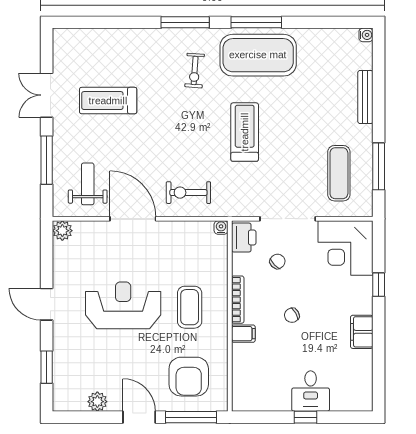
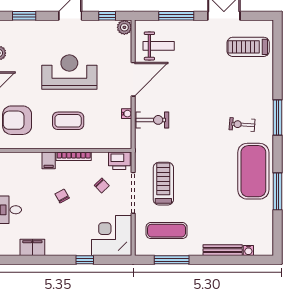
window: (256, 22) -> (278, 191), moved
water cooler: (366, 35) -> (248, 250), moved
treadmill: (108, 101) -> (248, 47), moved, turned -90
treadmill: (245, 132) -> (163, 184), moved, turned -90
exercise bike: (188, 193) -> (152, 120), turned 90
water cooler: (221, 227) -> (127, 114), moved
window: (47, 254) -> (107, 16), added
reception desk: (123, 305) -> (69, 72), turned -90
filing cabinet: (362, 332) -> (32, 247), moved

